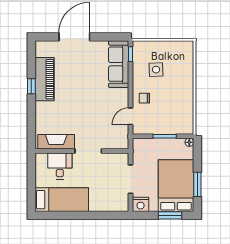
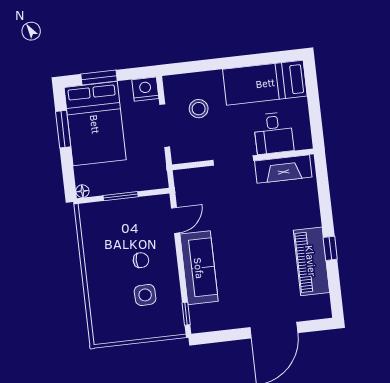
sofa: (119, 64) -> (199, 268), moved
chair: (144, 98) -> (141, 260), moved
stool: (107, 188) -> (199, 109), added

